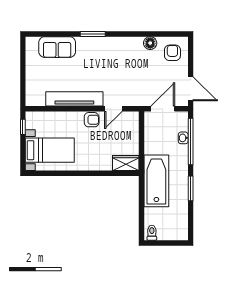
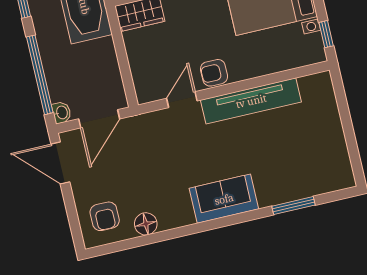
window: (93, 34) -> (294, 206), moved
sofa: (57, 47) -> (224, 199), moved
washbasin: (183, 138) -> (62, 113), moved

